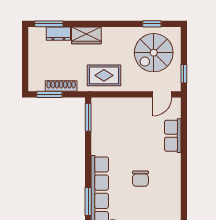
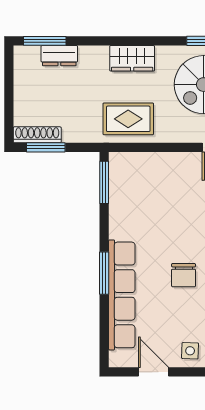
wardrobe: (86, 35) -> (132, 58), moved
shoe rack: (61, 86) -> (37, 135), moved
window: (88, 201) -> (104, 273), moved

